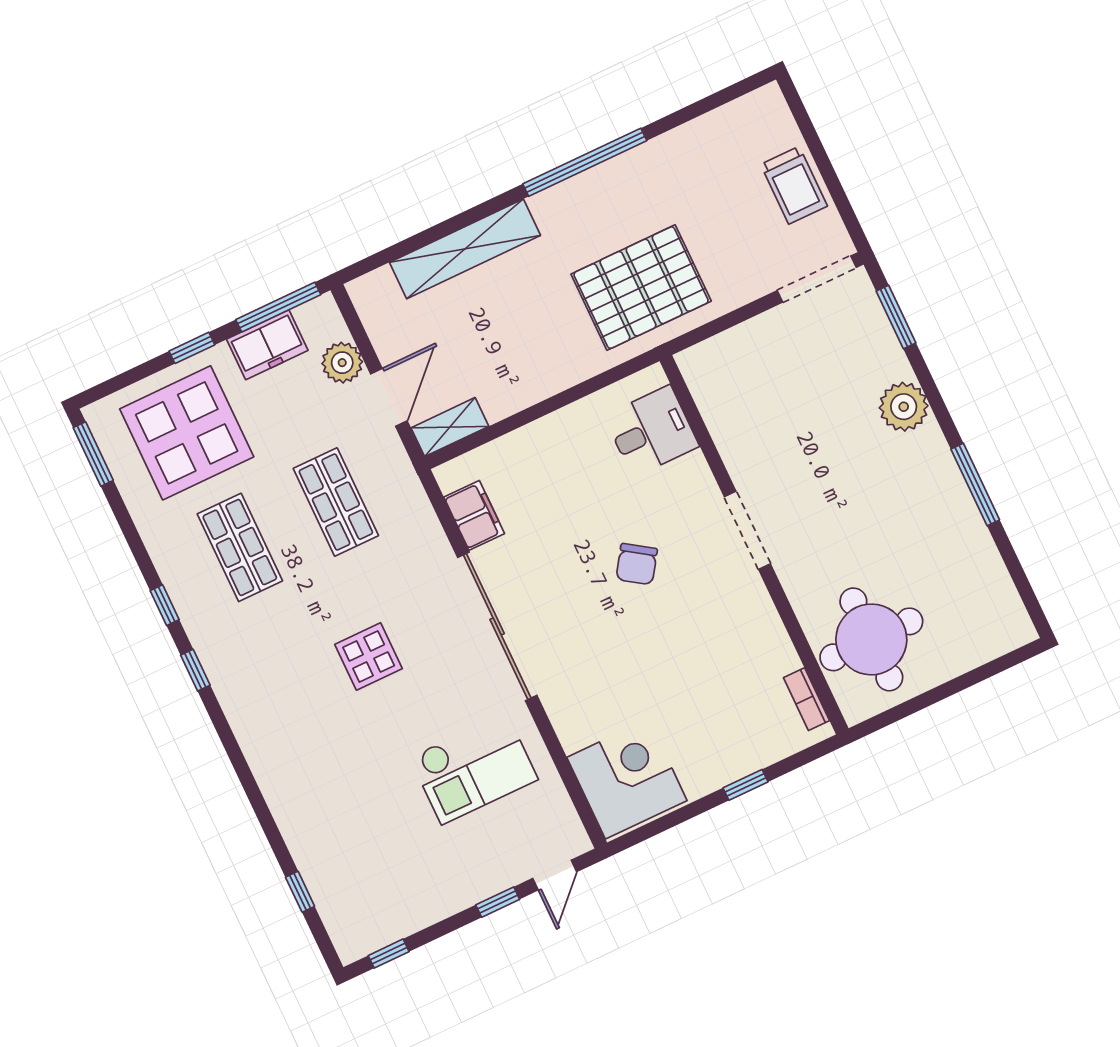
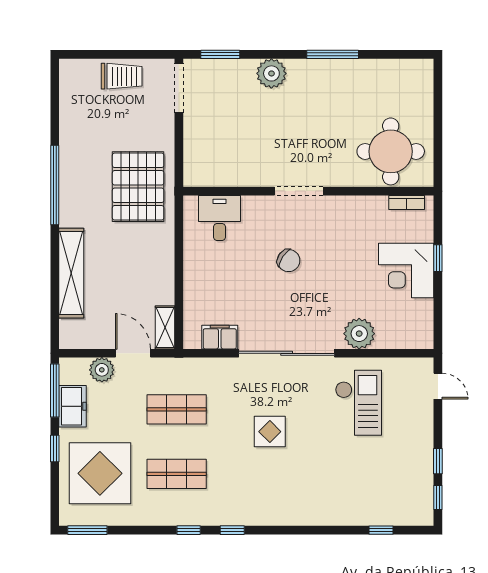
plant: (578, 721) -> (359, 334), added
corner desk: (627, 779) -> (406, 270), moved, turned -90
window: (498, 902) -> (438, 461), moved

